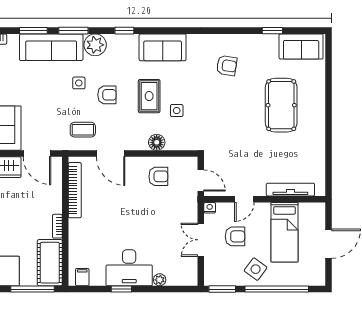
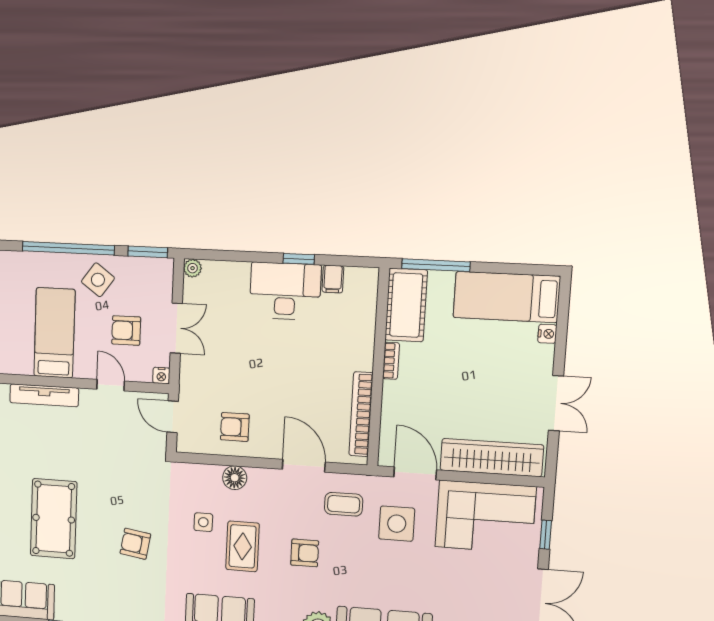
armchair: (227, 66) -> (135, 544), moved
side table: (79, 83) -> (397, 524), moved, width x1.87, depth x1.87
armchair: (107, 95) -> (305, 553), turned 180
door: (244, 199) -> (111, 385), hinge flipped
filing cabinet: (82, 277) -> (333, 279), moved
plant: (160, 280) -> (193, 268), moved

